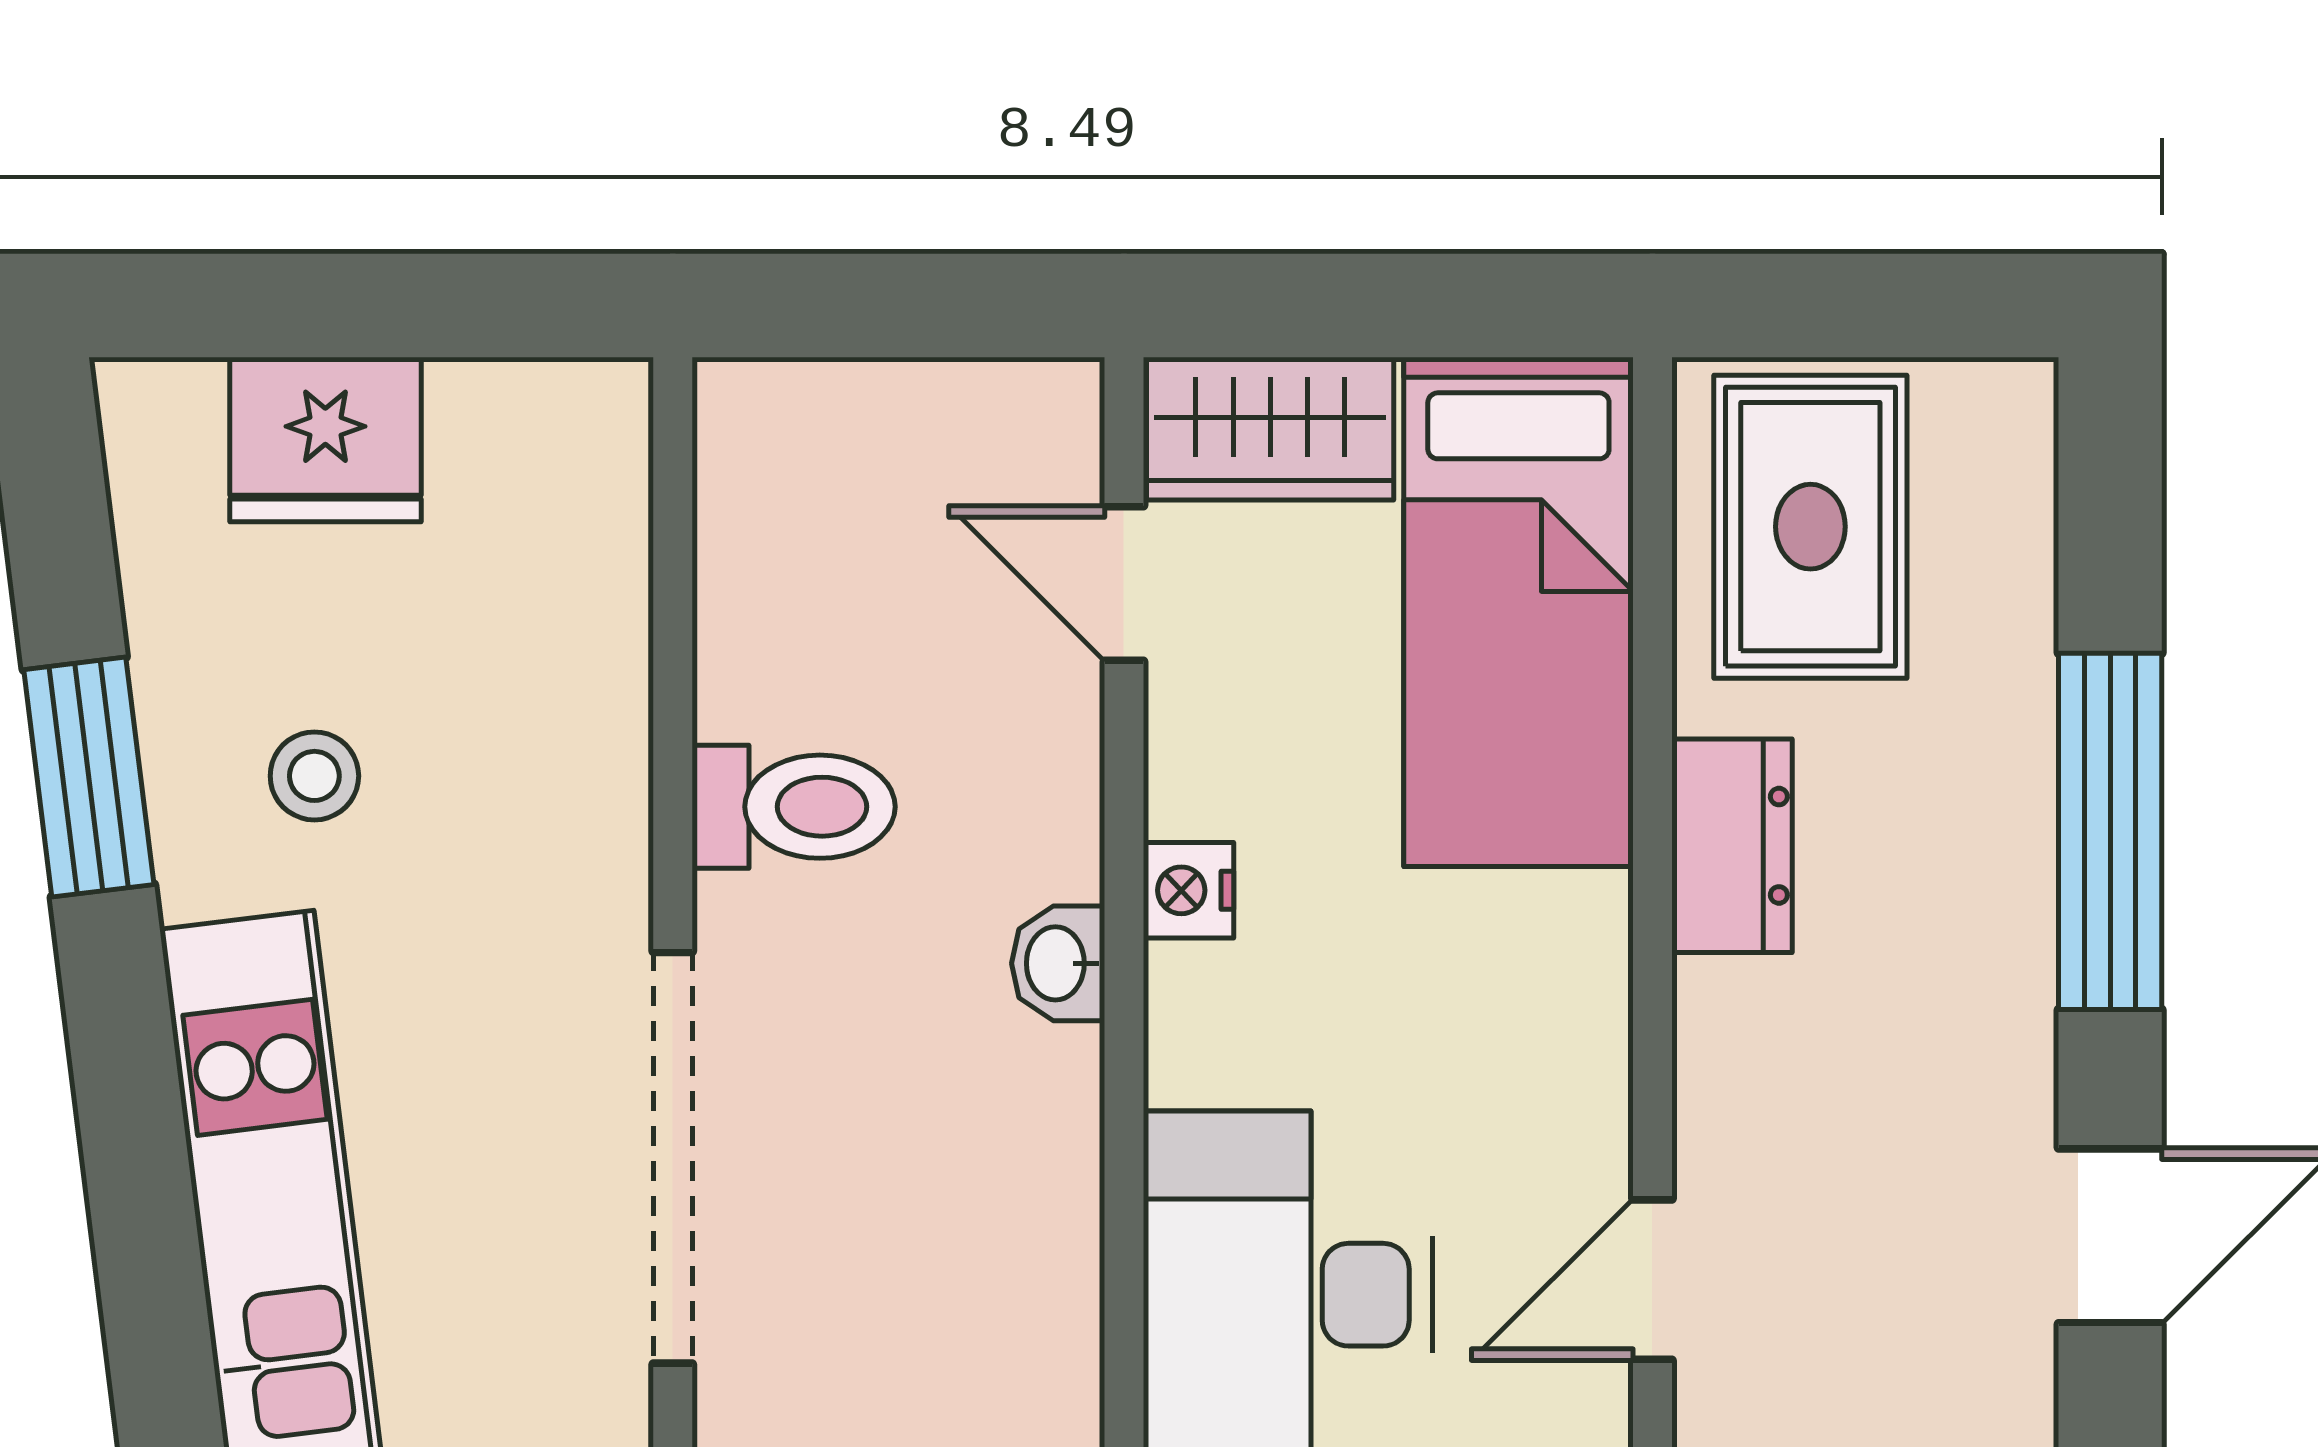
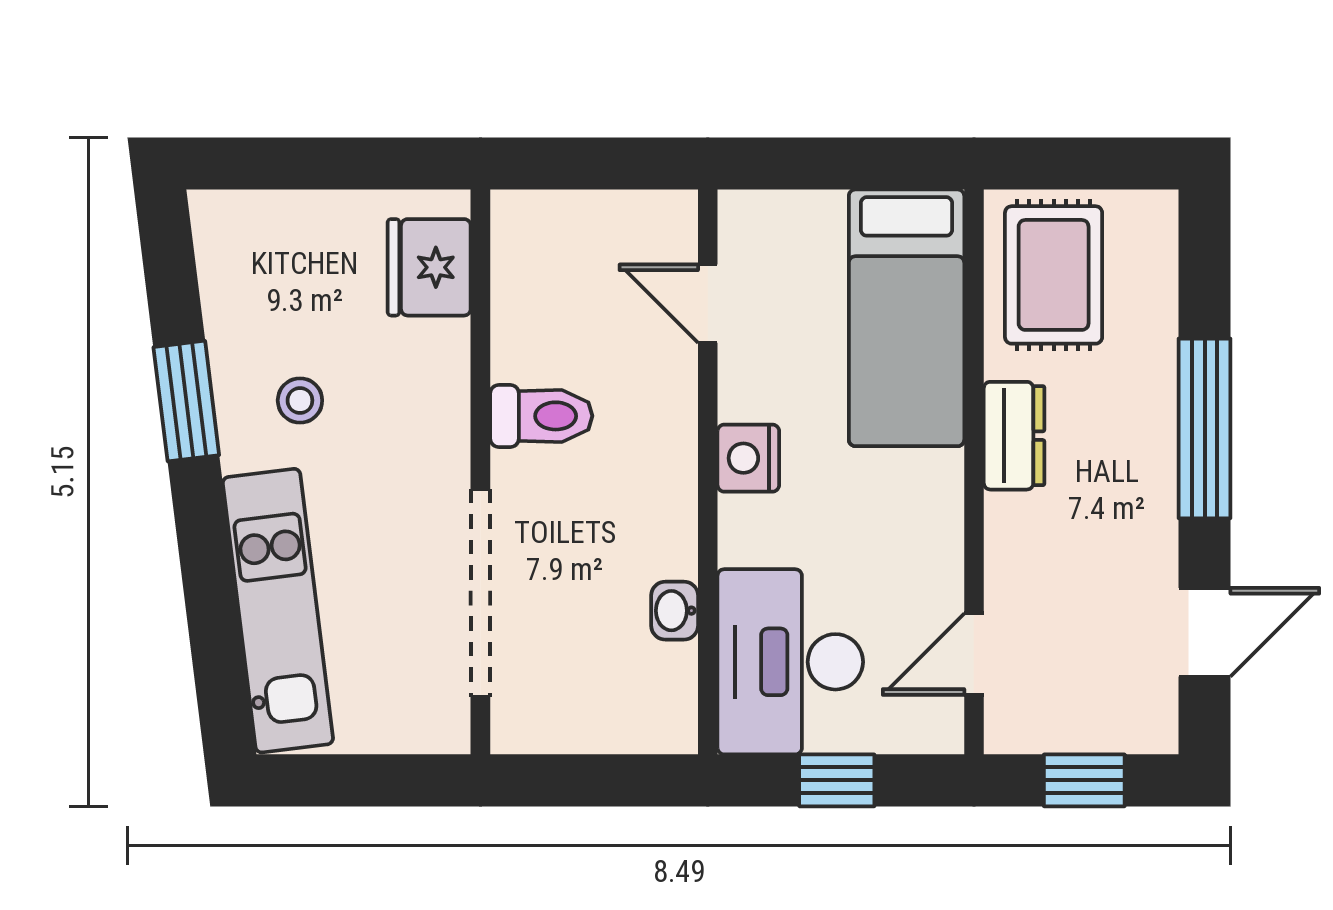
wardrobe: (1270, 429) -> (781, 226), removed
fridge: (325, 439) -> (429, 267), moved, turned 90
nightstand: (1189, 890) -> (748, 458), width x1.39, depth x1.35
washbasin: (1058, 963) -> (675, 611), moved

